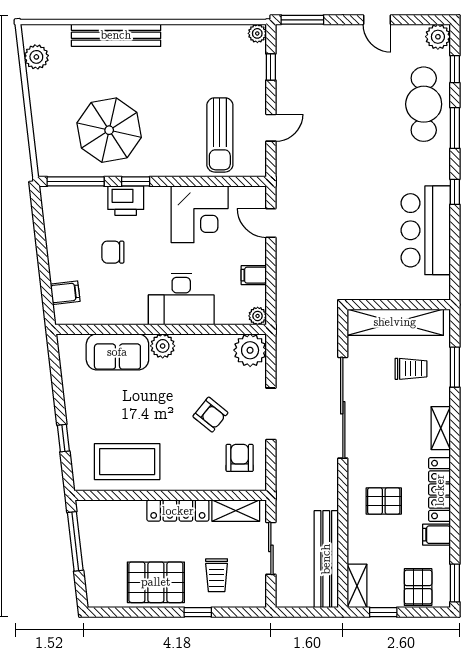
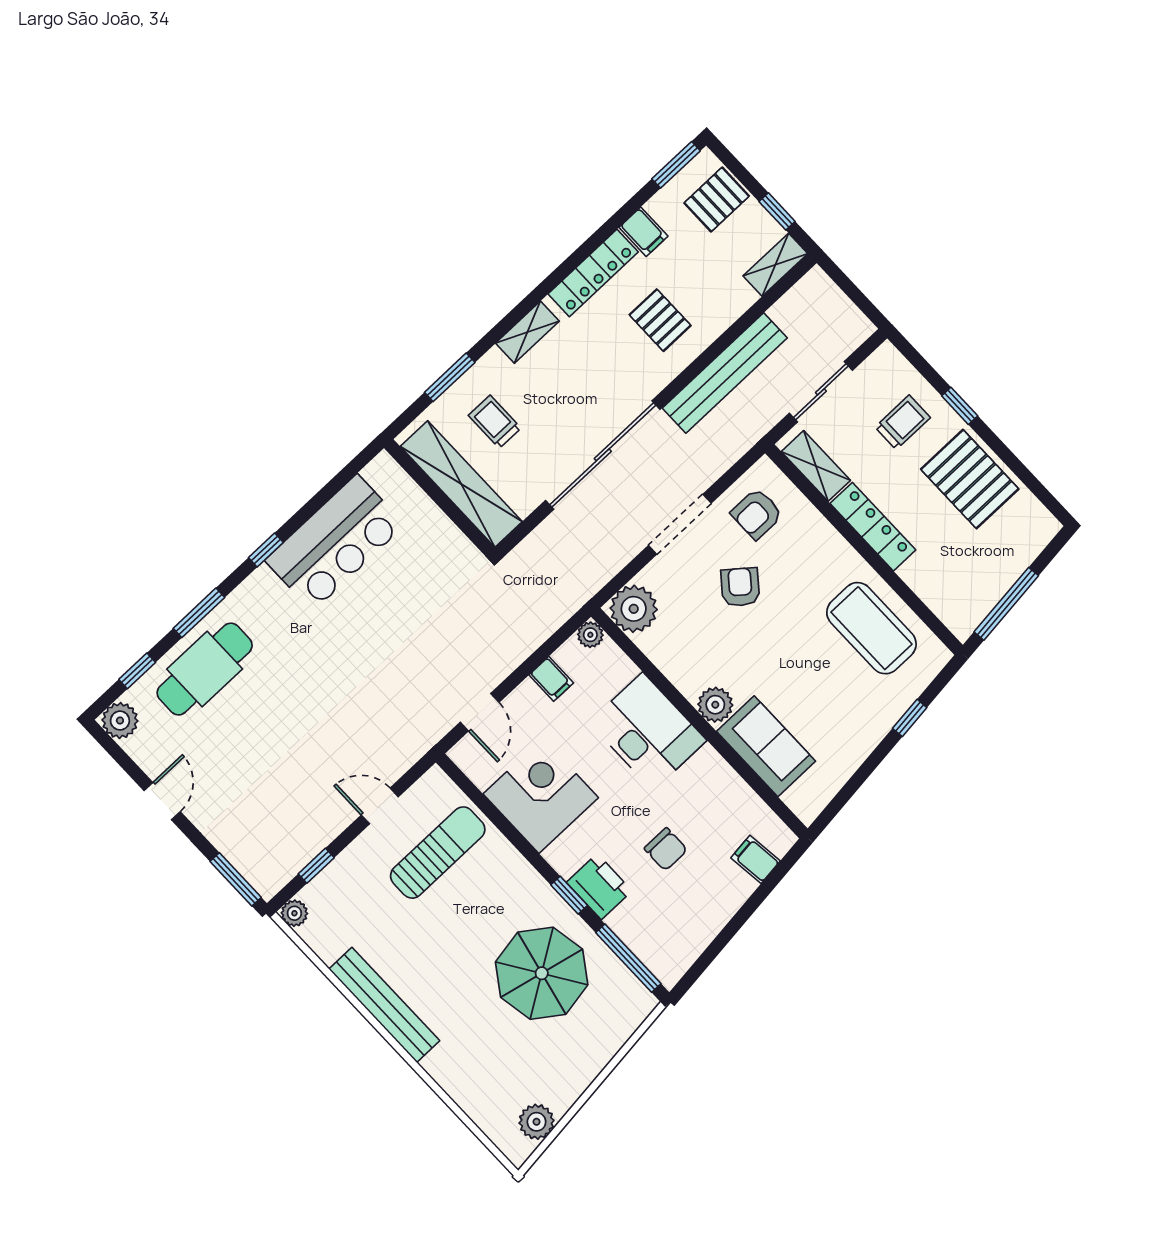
bench: (116, 35) -> (384, 1005), moved
bench: (326, 559) -> (725, 373), moved

